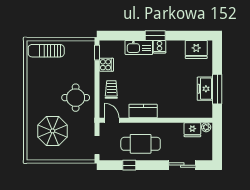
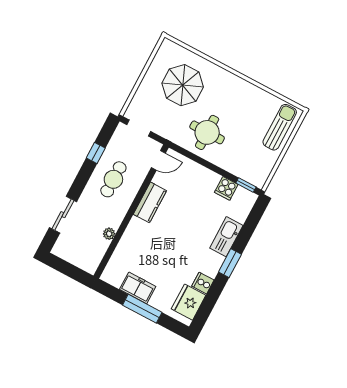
cooker: (159, 47) -> (203, 283), moved
window: (217, 89) -> (142, 309), moved
trolley: (111, 90) -> (194, 179), removed
plant: (206, 127) -> (109, 234), moved
fridge: (192, 130) -> (98, 248), removed
cafe table: (141, 144) -> (113, 179), width x0.73, depth x0.74

